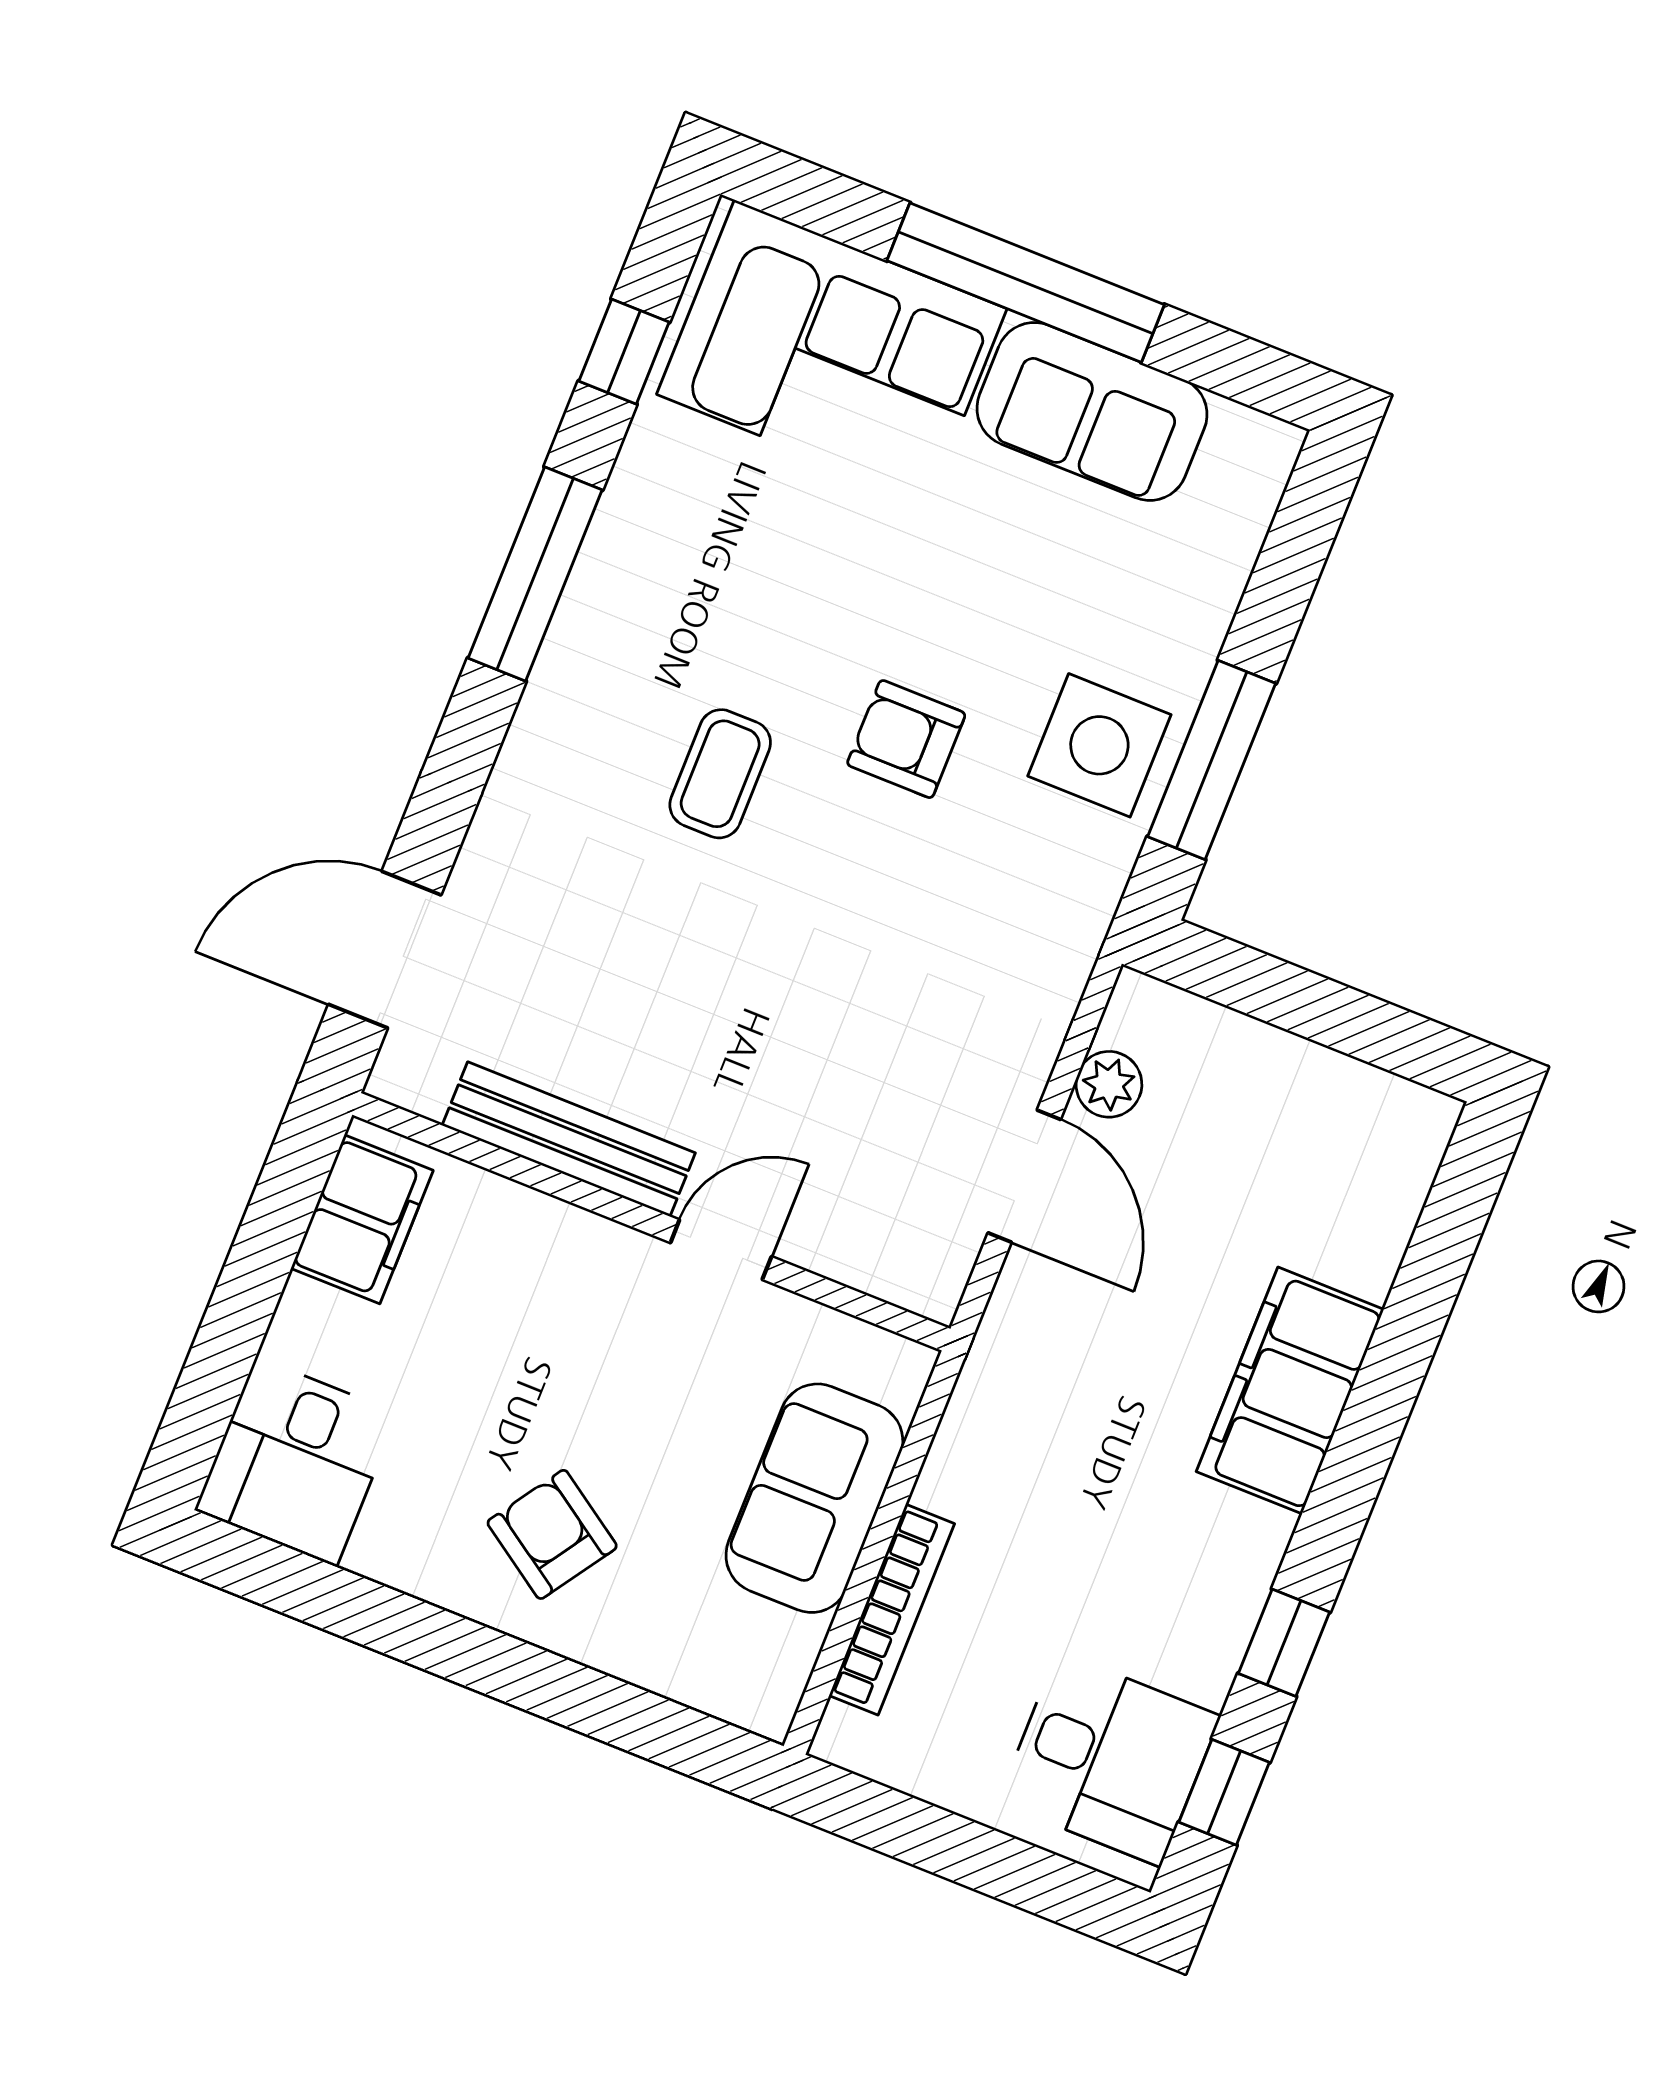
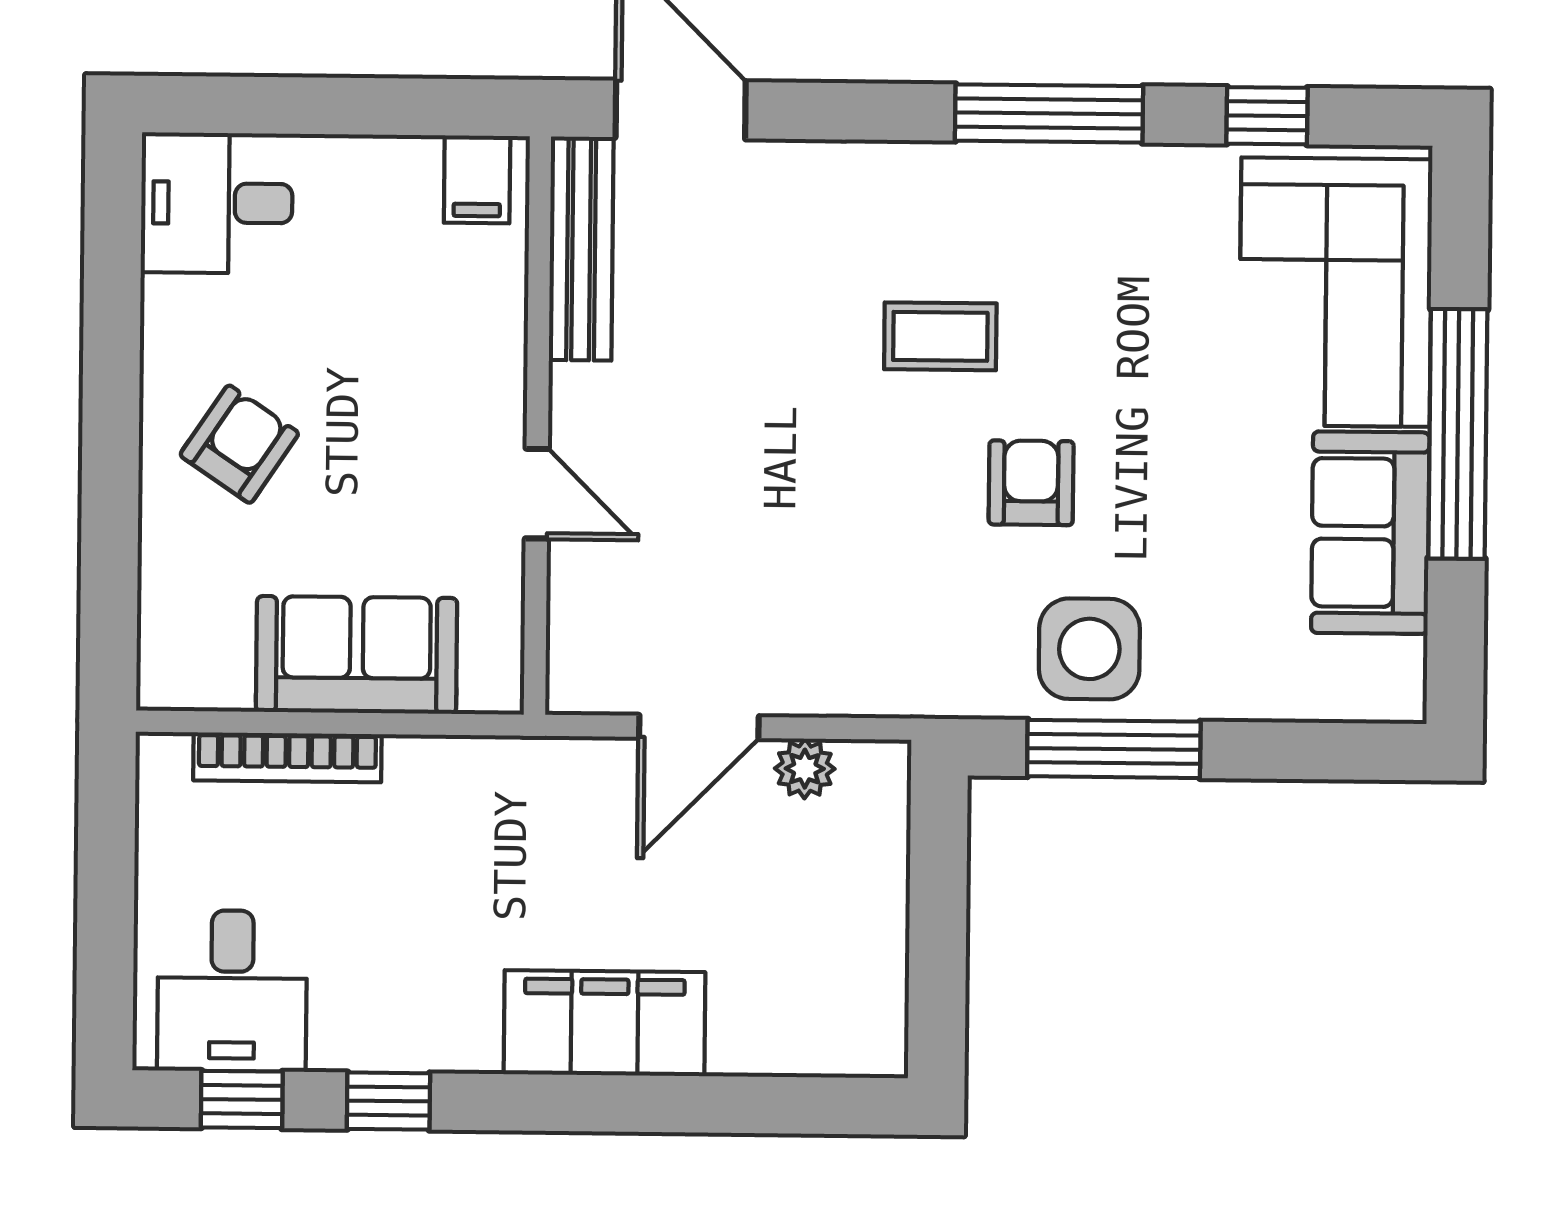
bench: (569, 1139) -> (581, 249), moved
filing cabinet: (362, 1219) -> (477, 179), width x0.50

